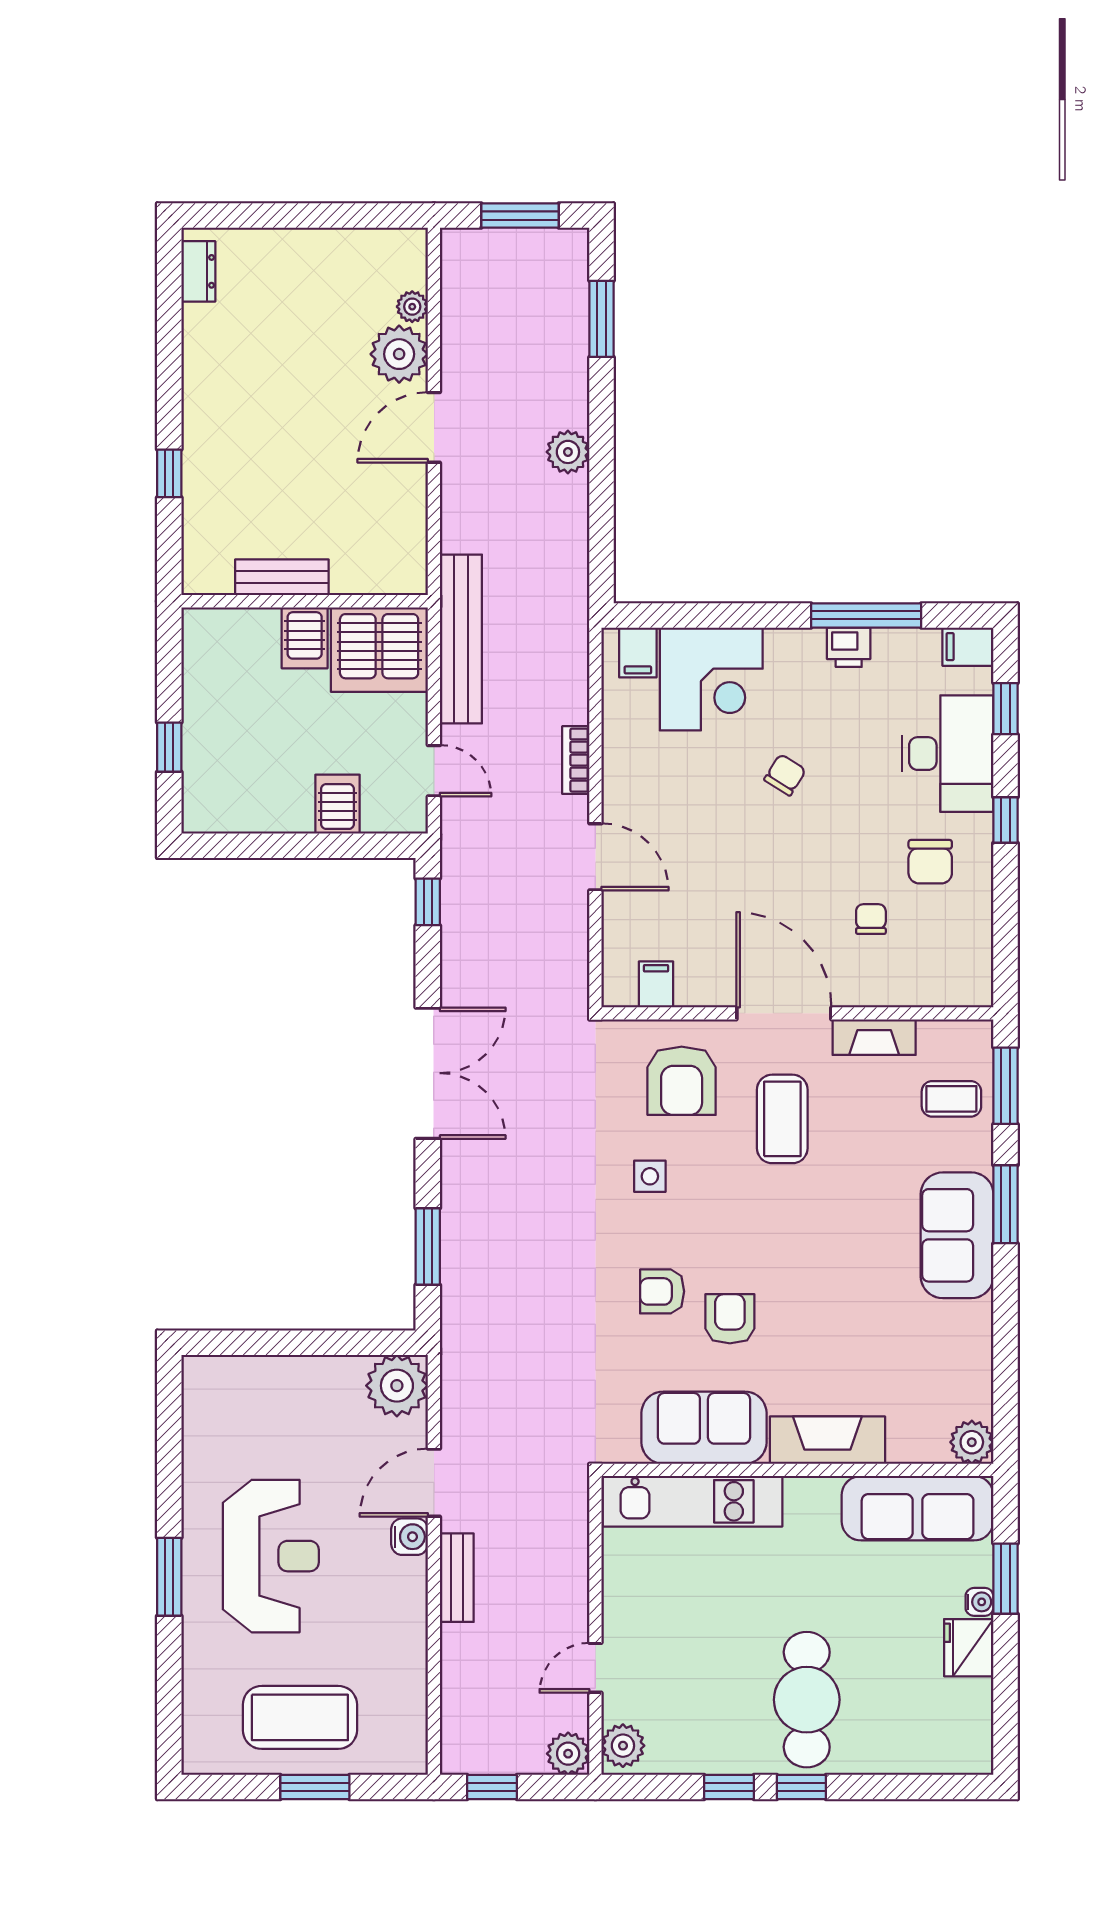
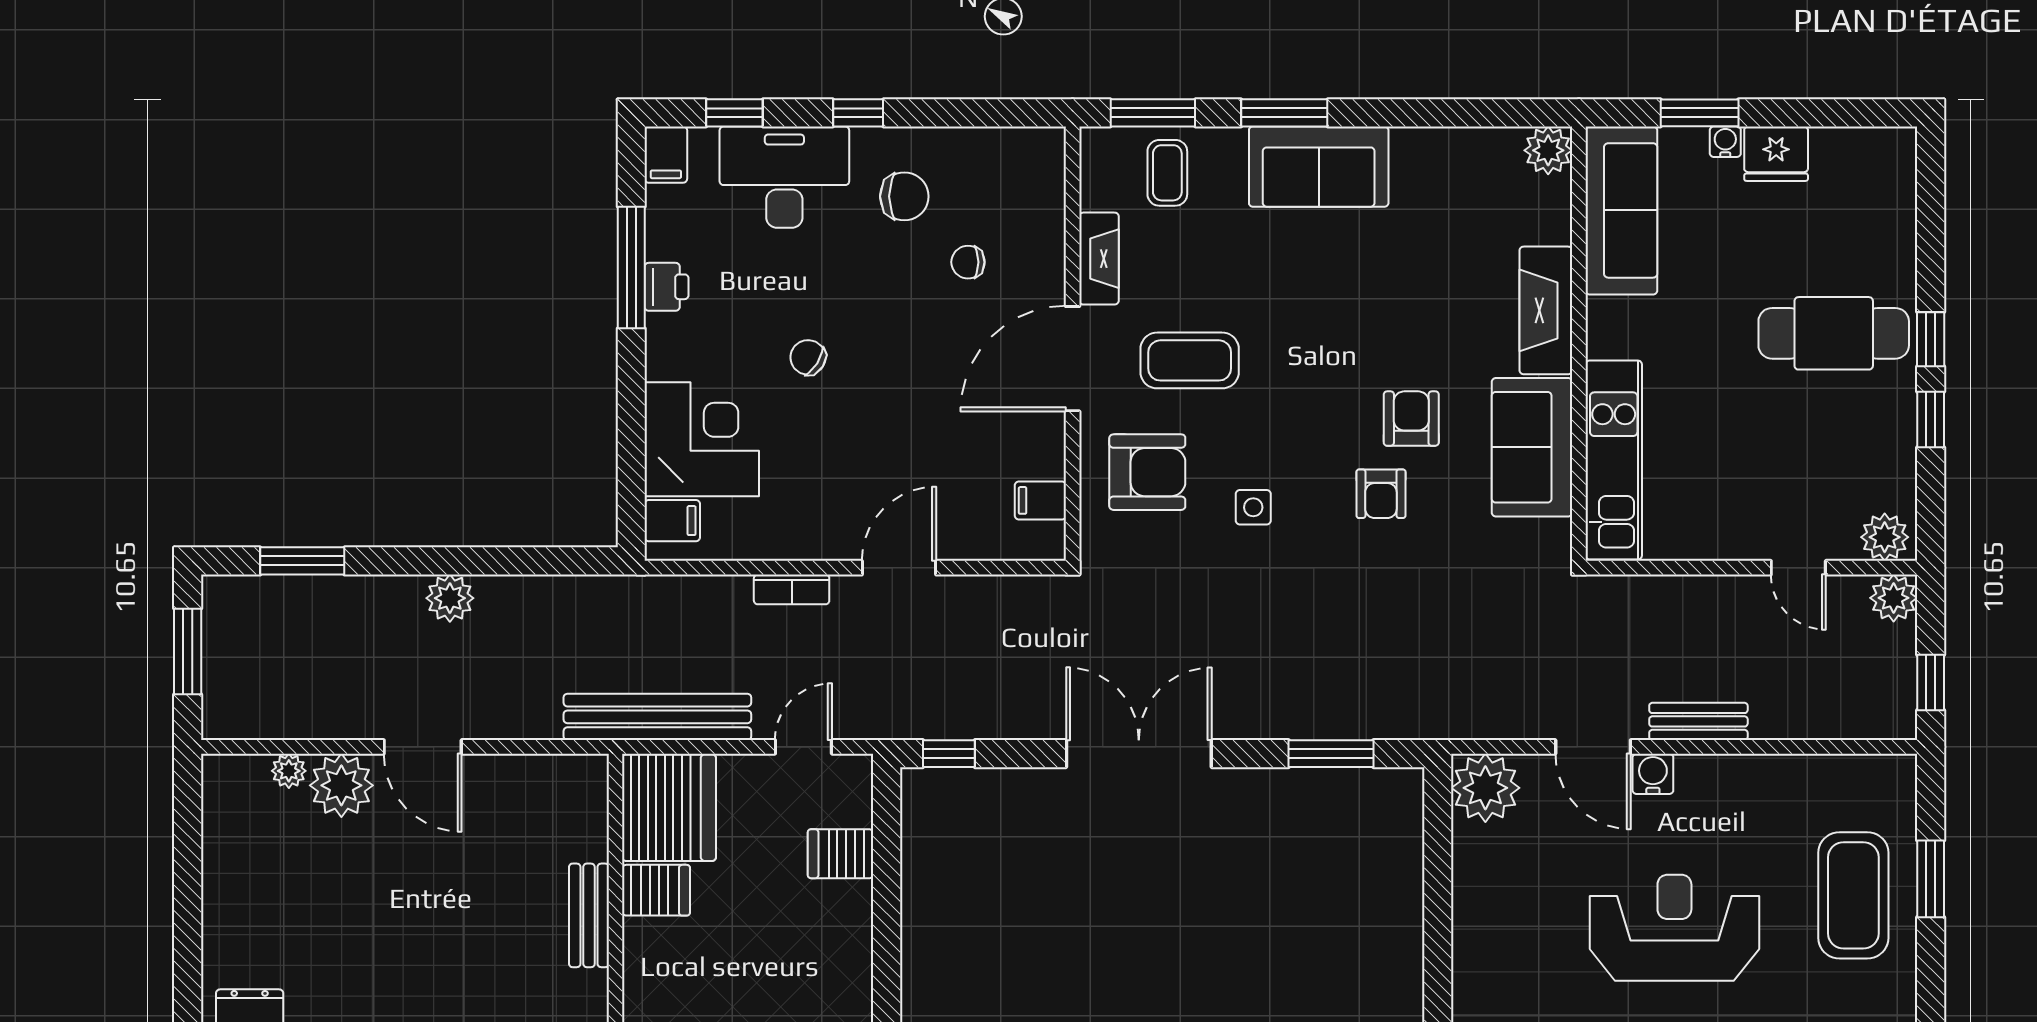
armchair: (730, 1319) -> (1411, 419), turned 90

